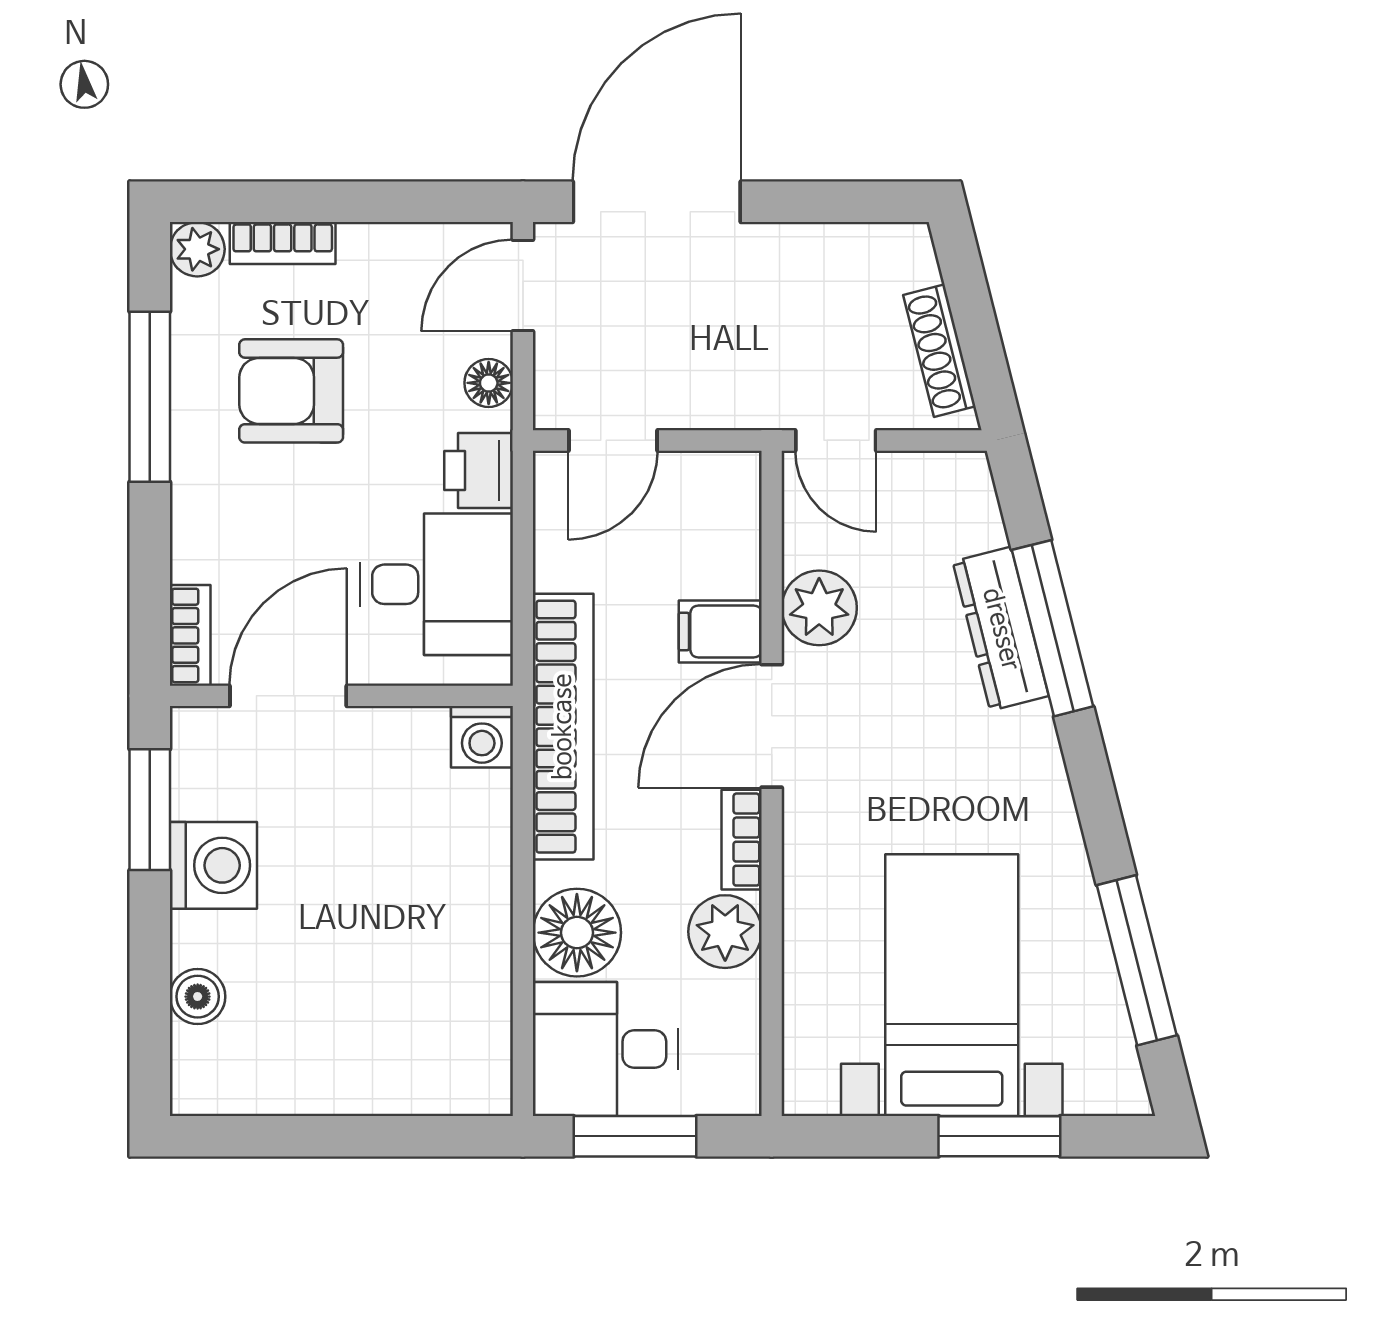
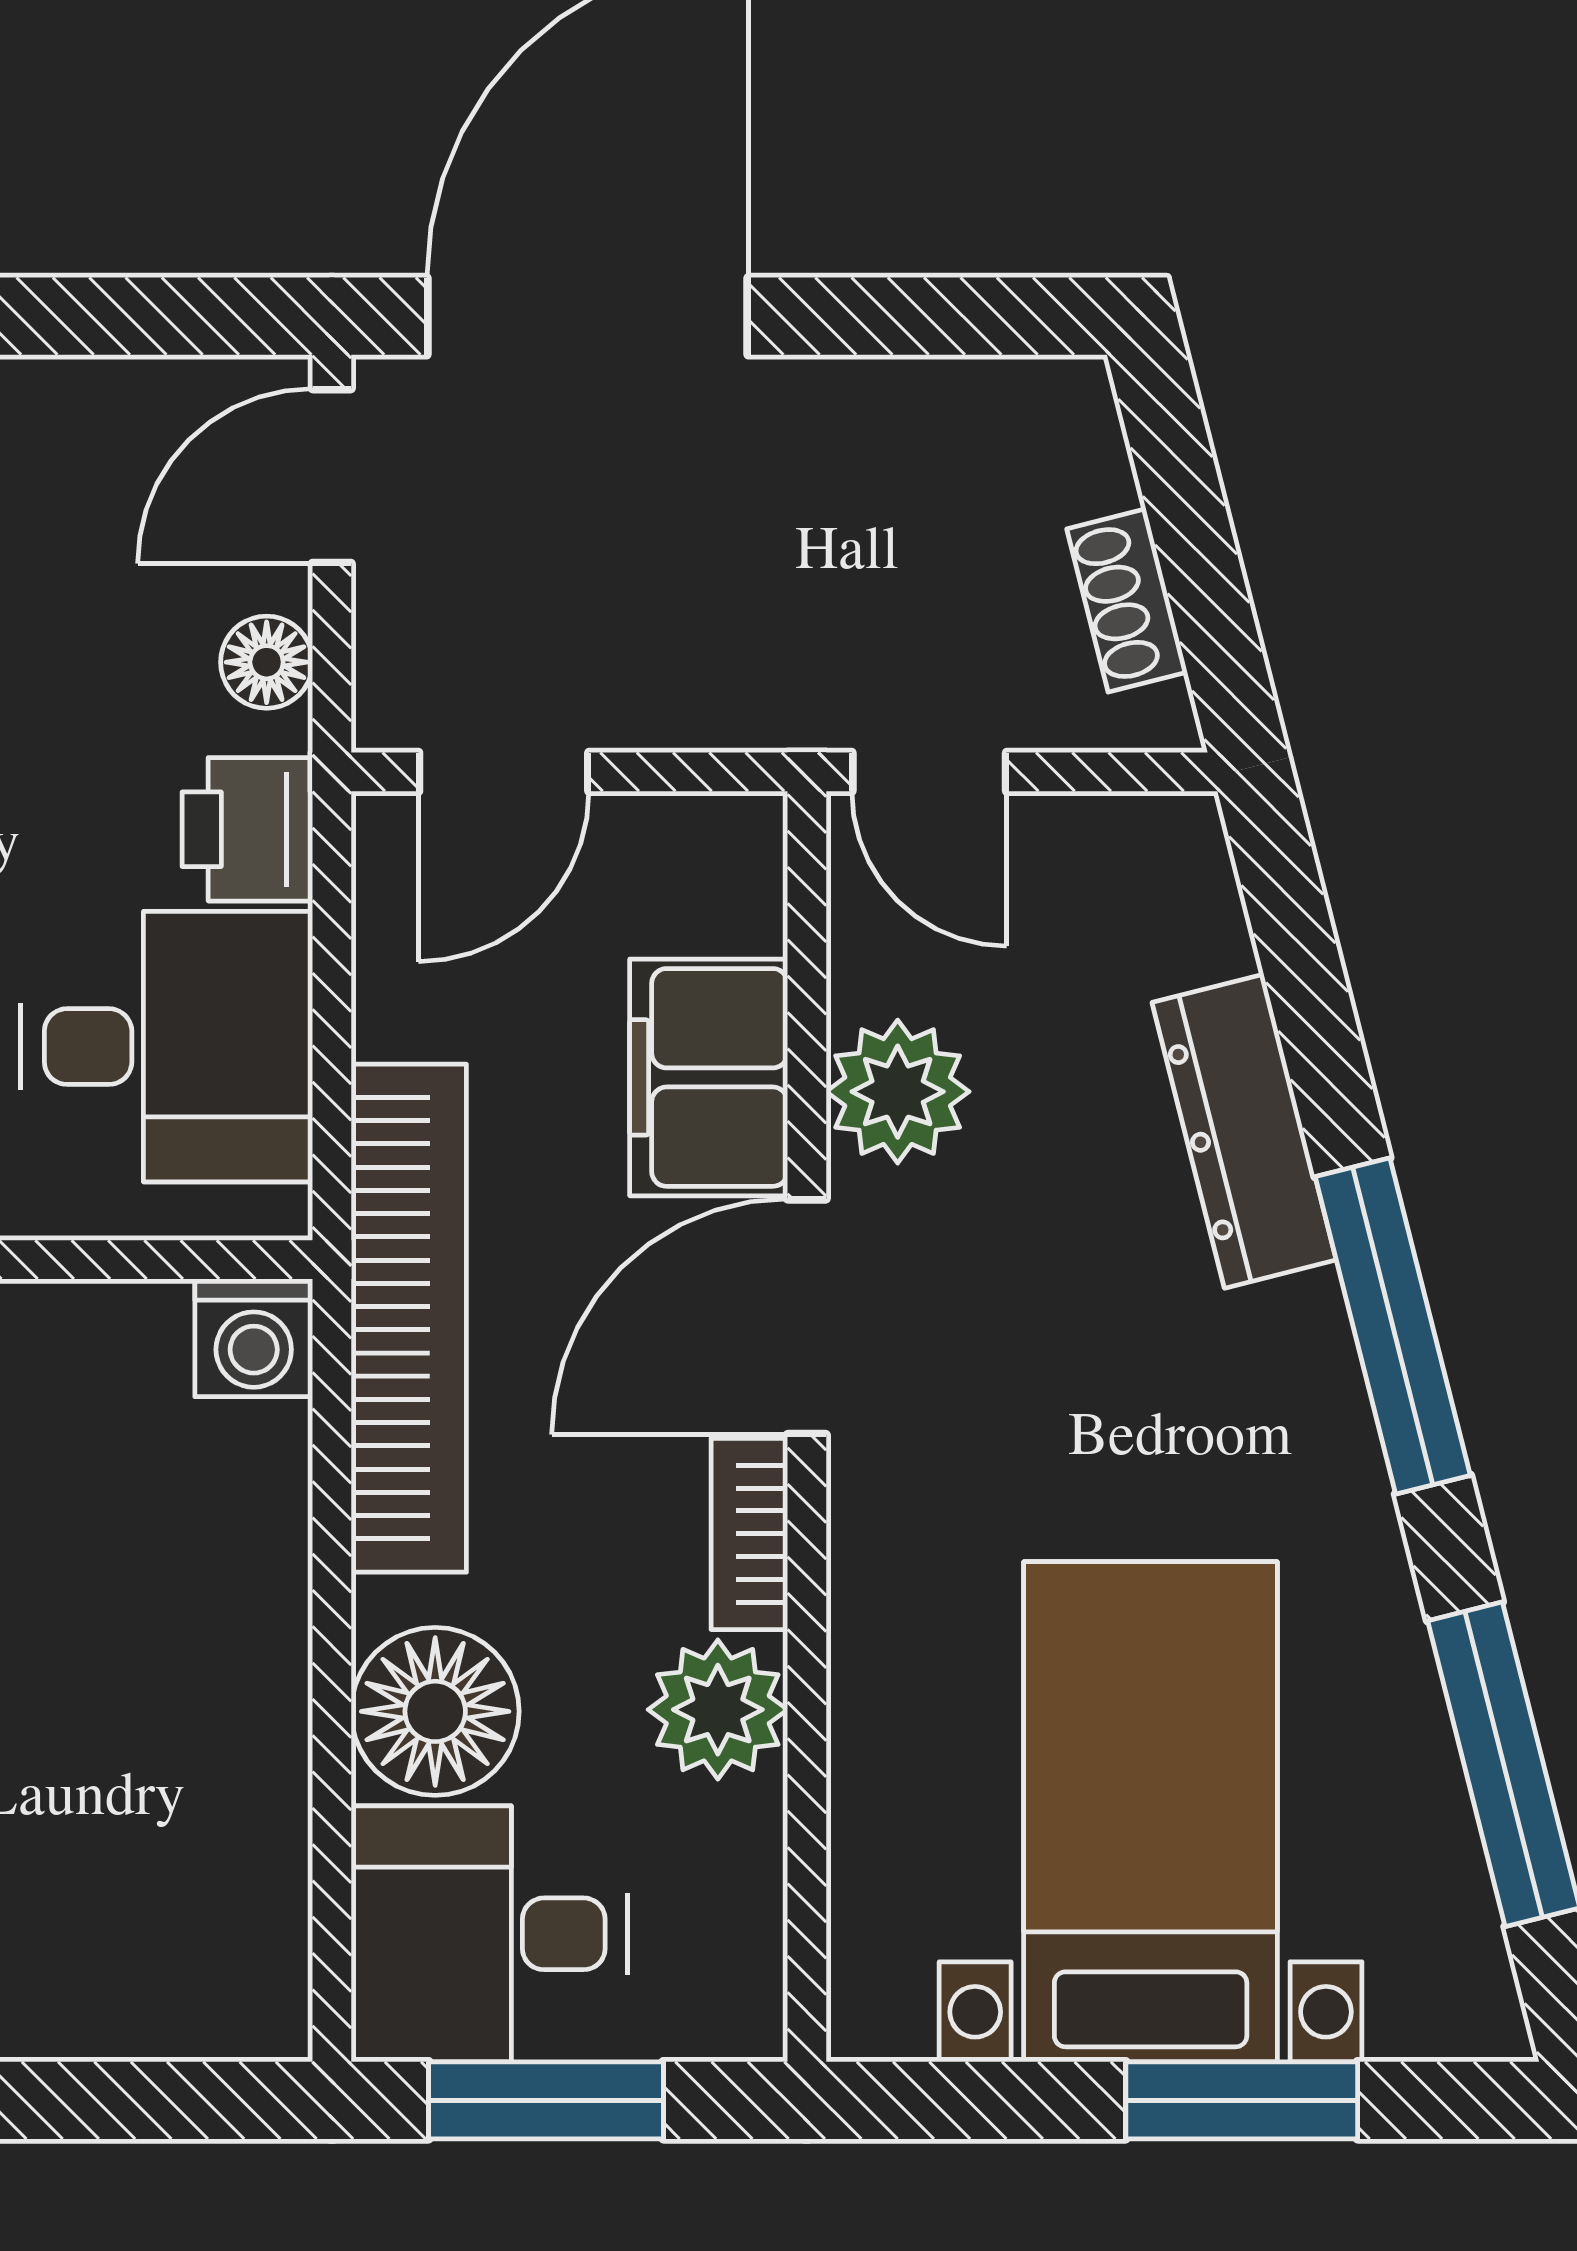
shoe rack: (939, 351) -> (1127, 600), width x0.70
window: (1053, 628) -> (1393, 1326), moved
filing cabinet: (720, 631) -> (709, 1077), width x2.00

